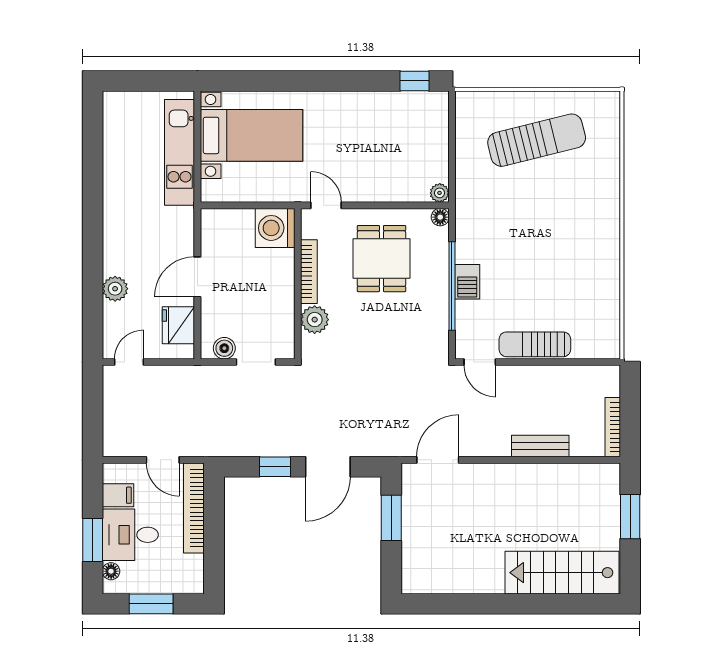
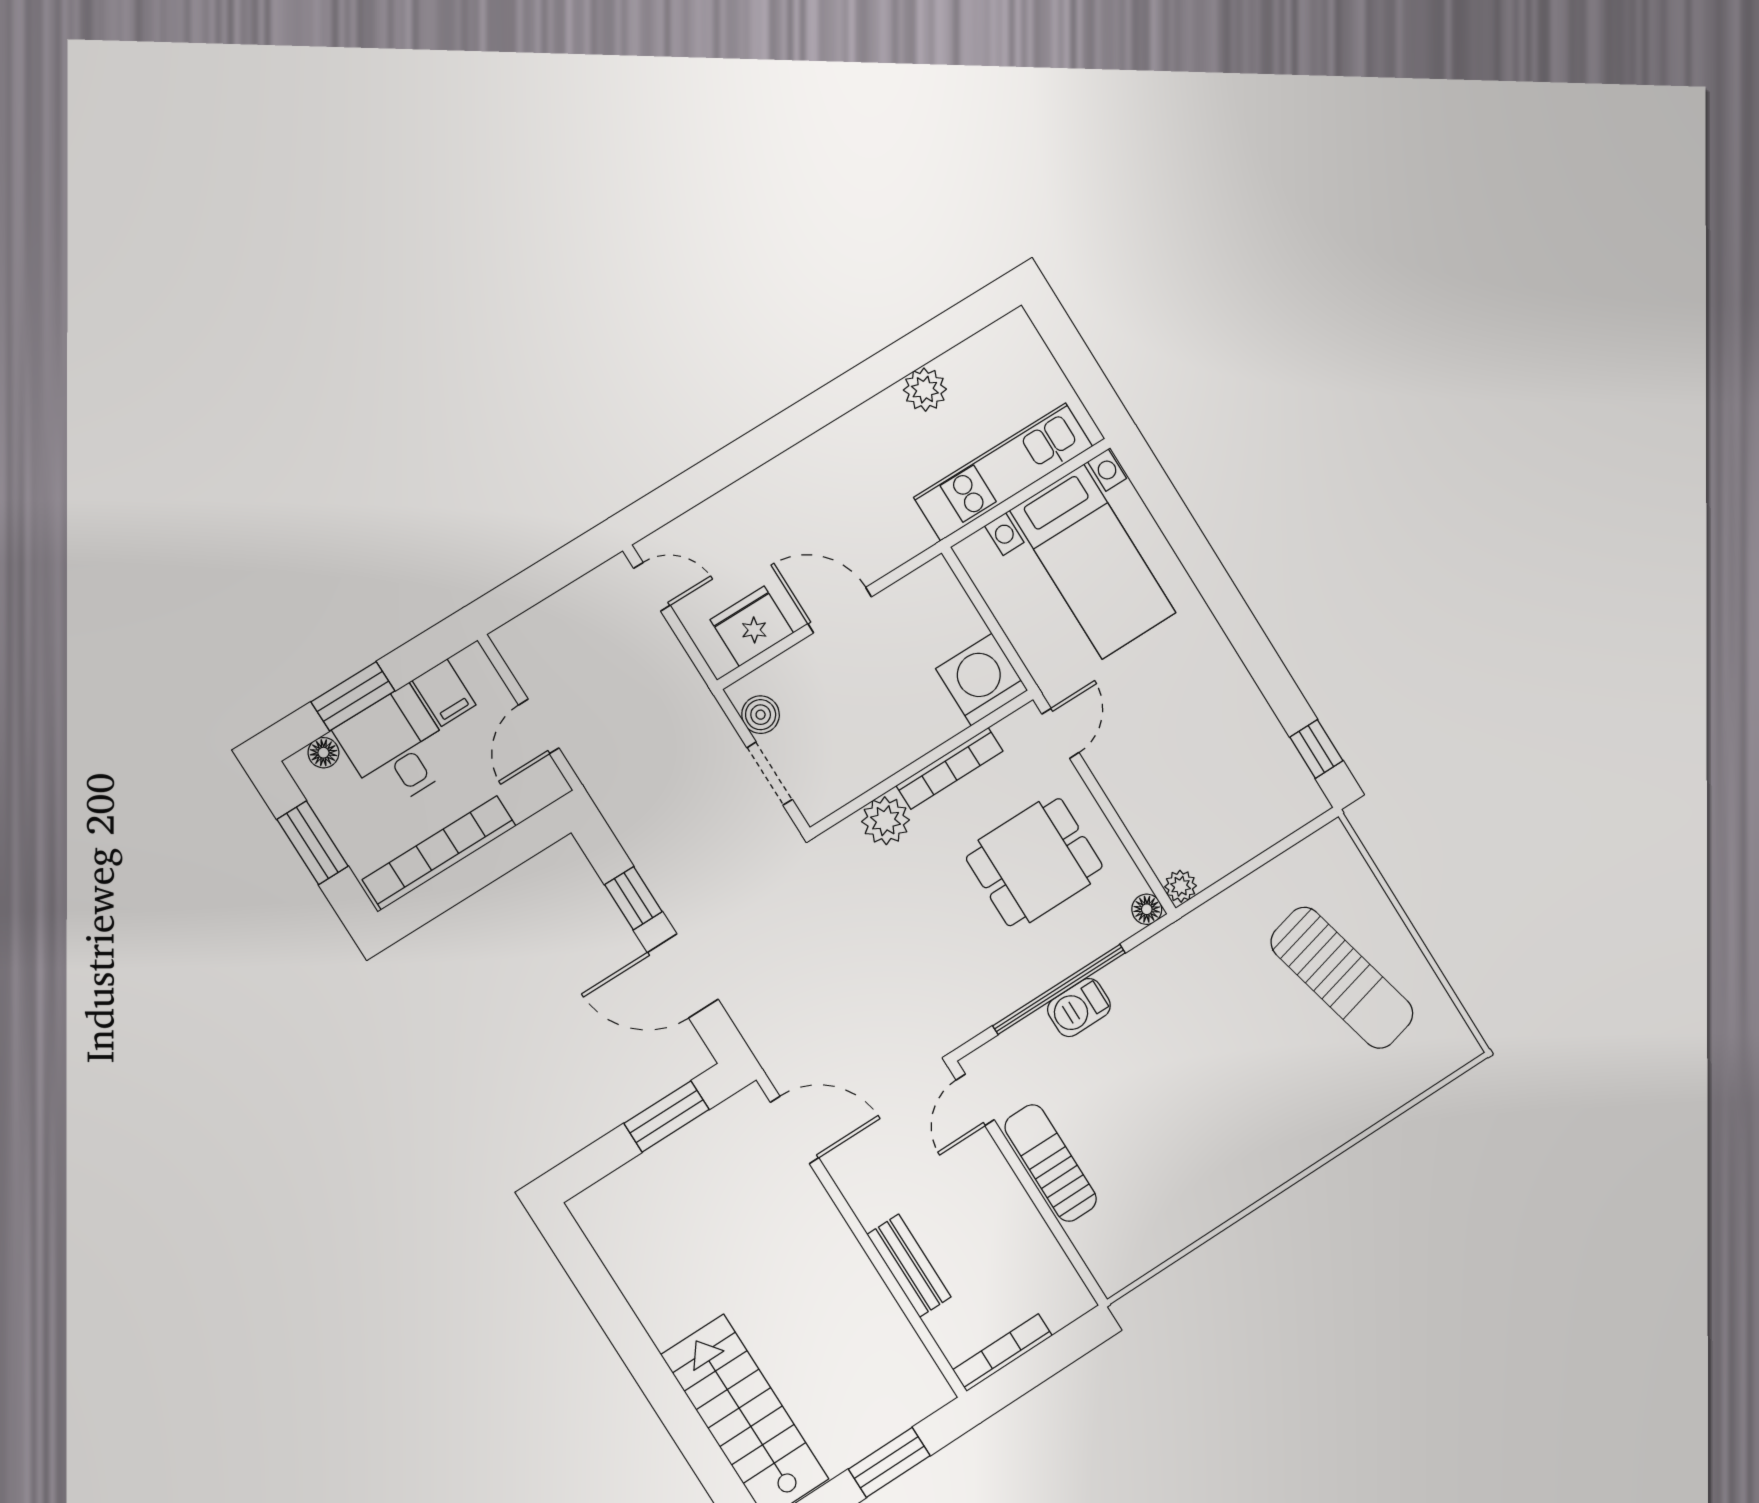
plant: (115, 289) -> (925, 390), moved
bookcase: (194, 508) -> (439, 853), moved

